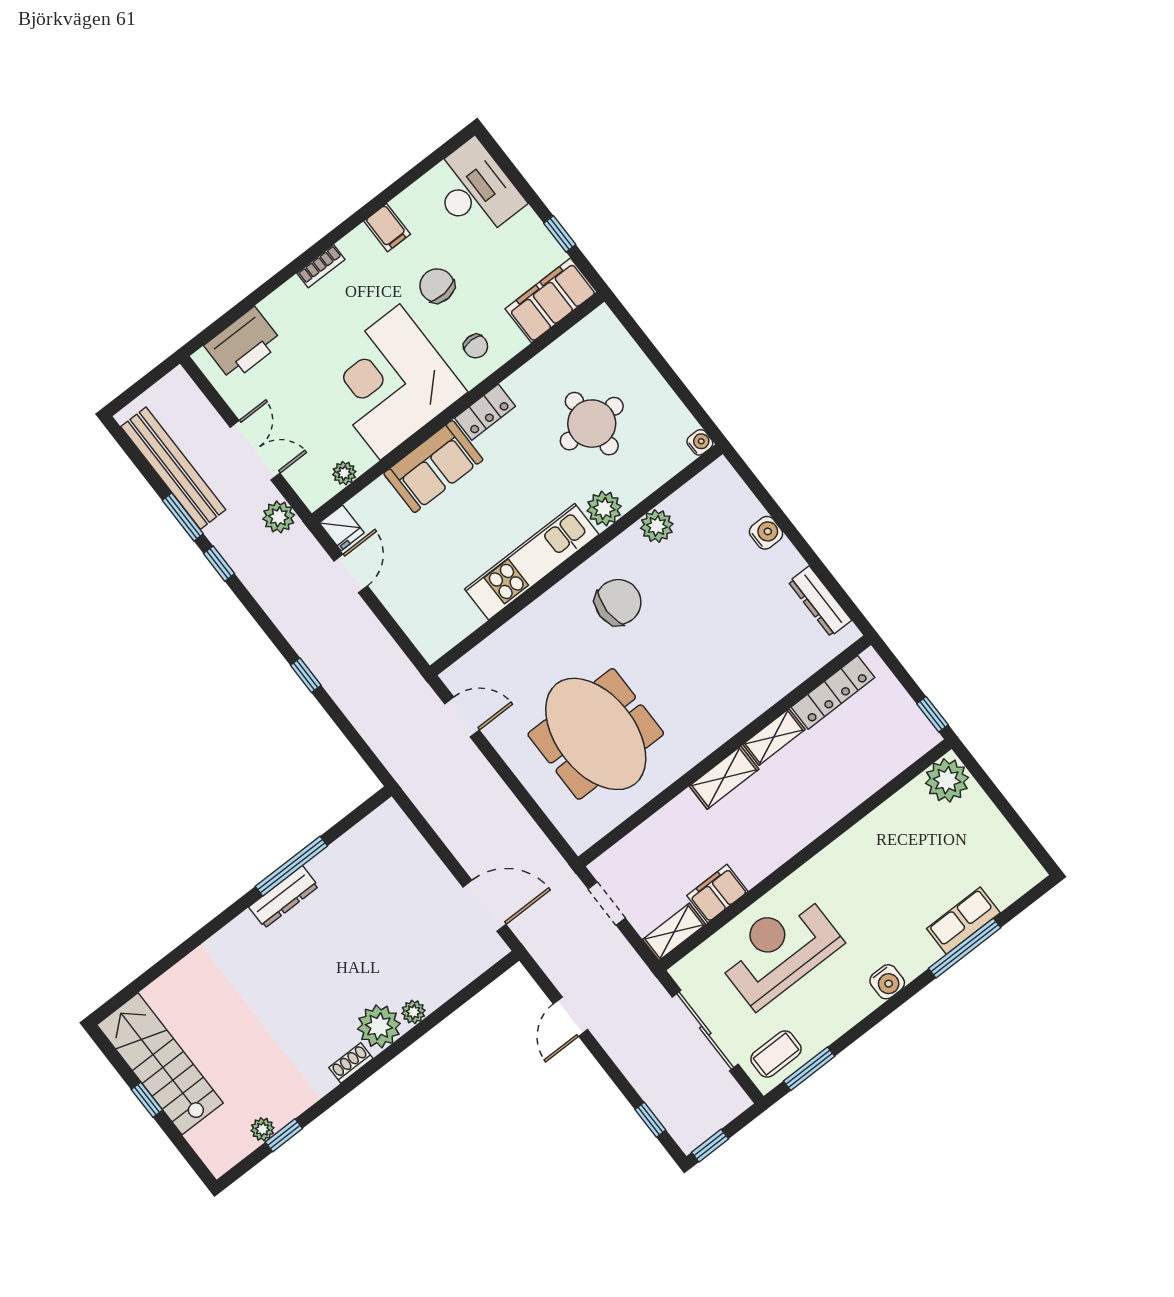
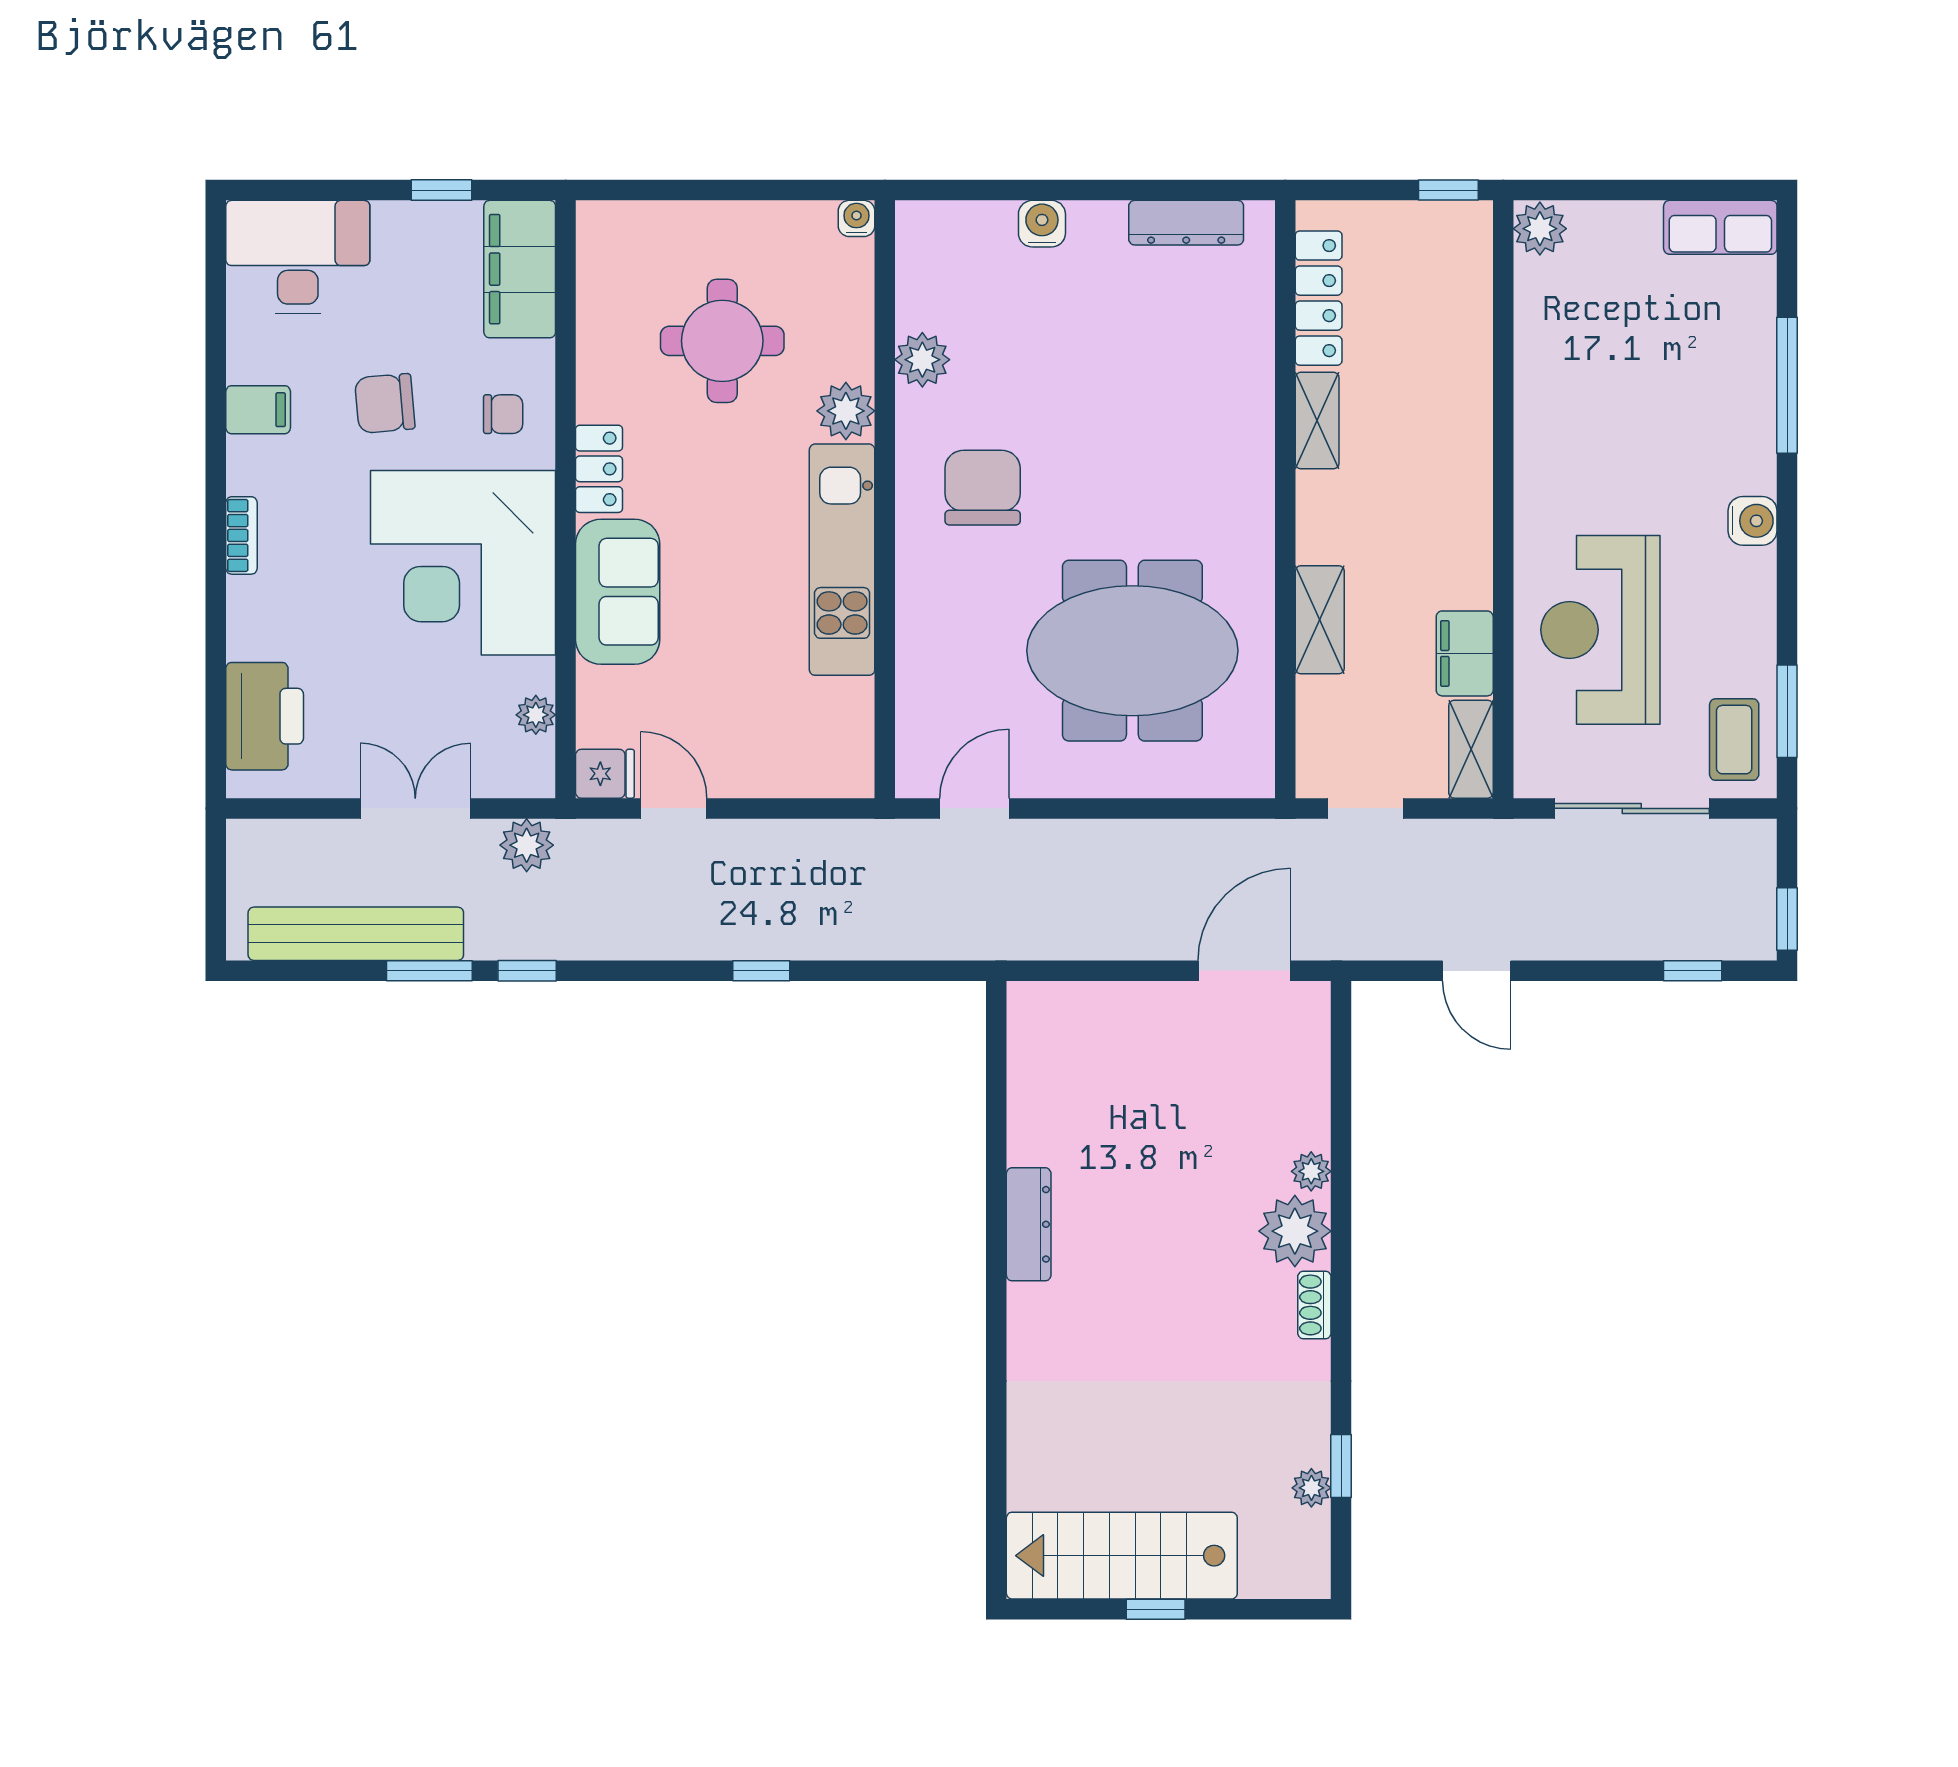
shelving: (724, 778) -> (1320, 620), moved
plant: (947, 780) -> (1540, 229), width x0.73, depth x0.73
window: (291, 866) -> (996, 1183), removed
row of seats: (963, 921) -> (1720, 227), moved, turned -90

